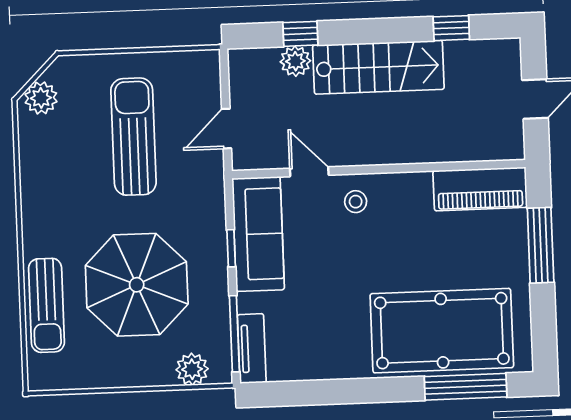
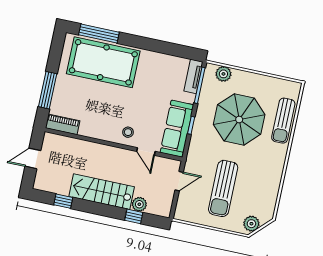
plant: (41, 98) -> (251, 224), moved
piano: (480, 189) -> (63, 124), width x0.73, depth x0.75
sun lounger: (46, 305) -> (283, 121), turned 180

